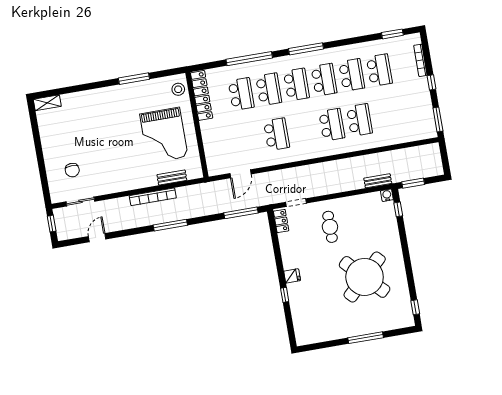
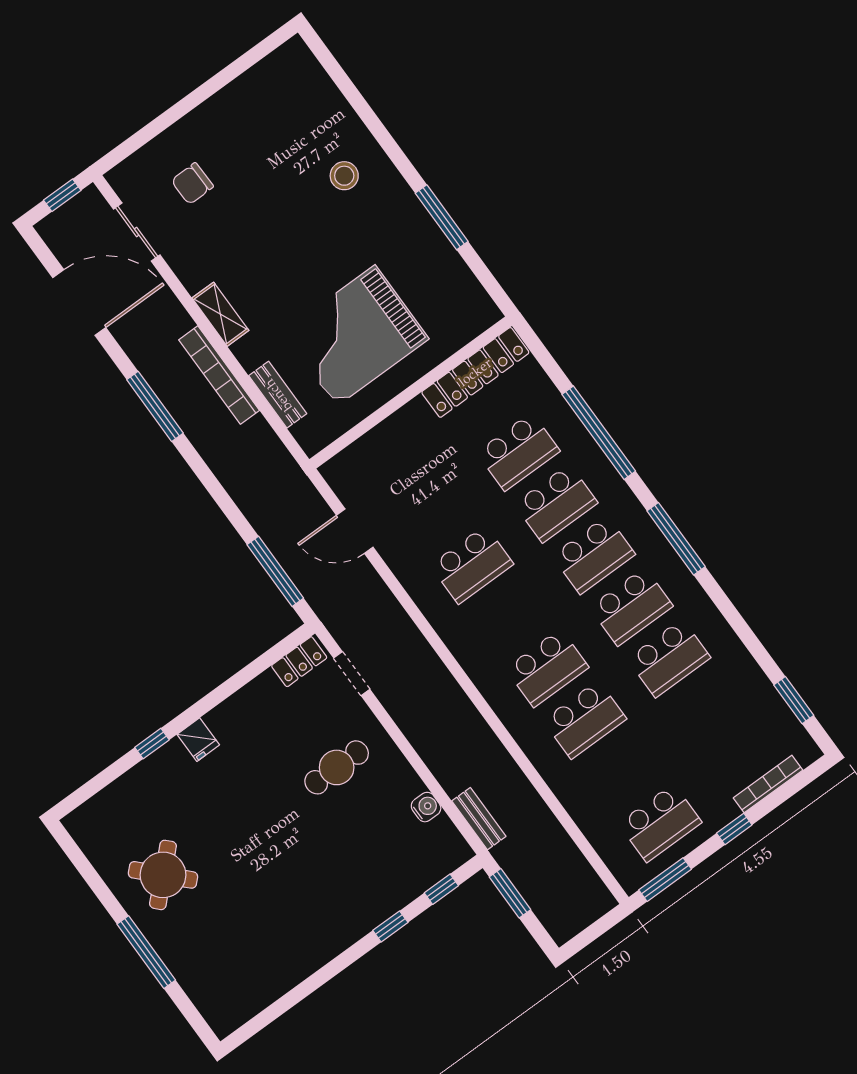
school desk: (379, 70) -> (660, 823), moved
stool: (178, 89) -> (344, 176), moved
shelving: (47, 103) -> (220, 314), moved
water cooler: (387, 195) -> (426, 807), moved
window: (170, 225) -> (155, 406), moved
door: (97, 238) -> (79, 303), width x1.88
round table: (365, 277) -> (163, 875), moved, width x0.54, depth x0.54
window: (415, 307) -> (390, 926), moved

